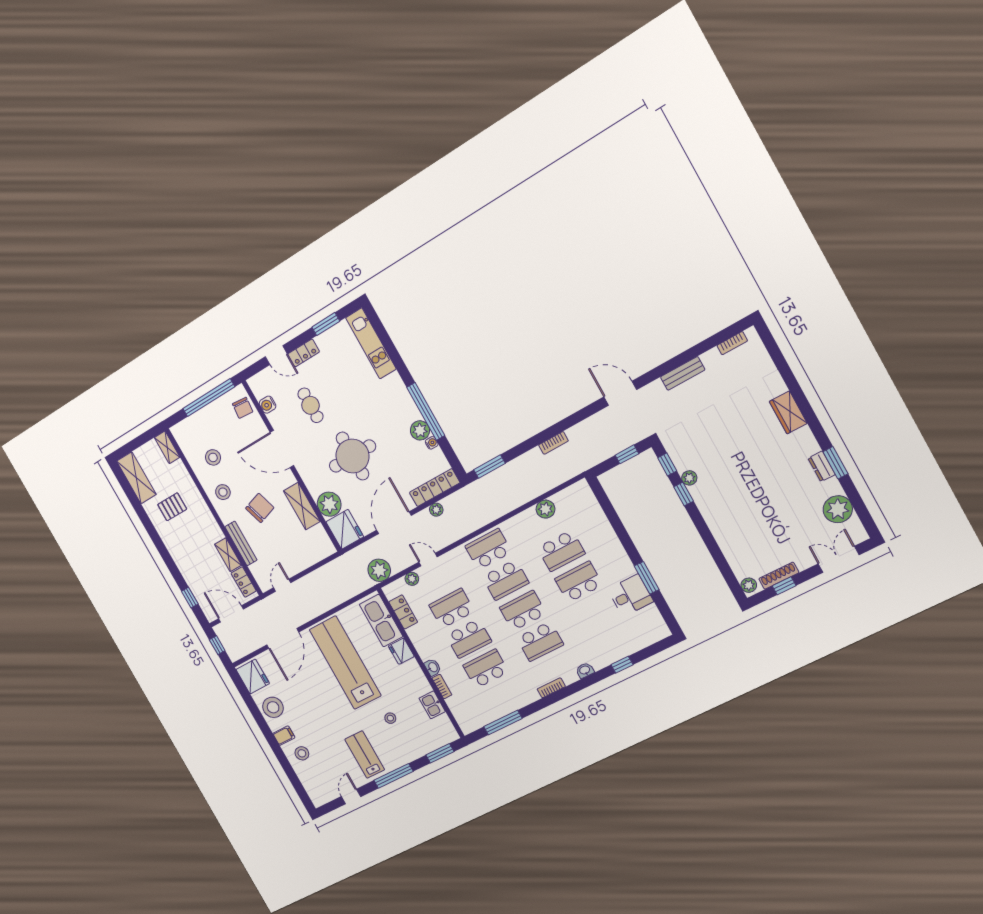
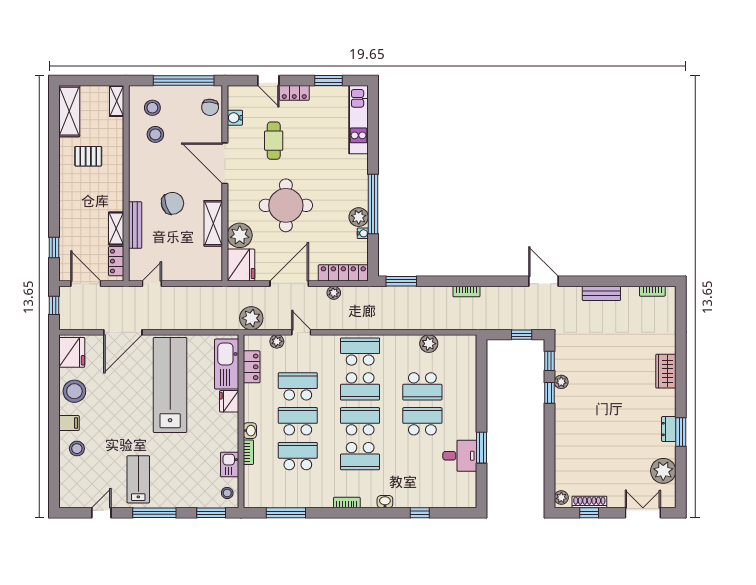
stool: (223, 492) -> (152, 108), moved
school desk: (469, 639) -> (298, 421), turned 180
stool: (390, 718) -> (227, 493), moved

